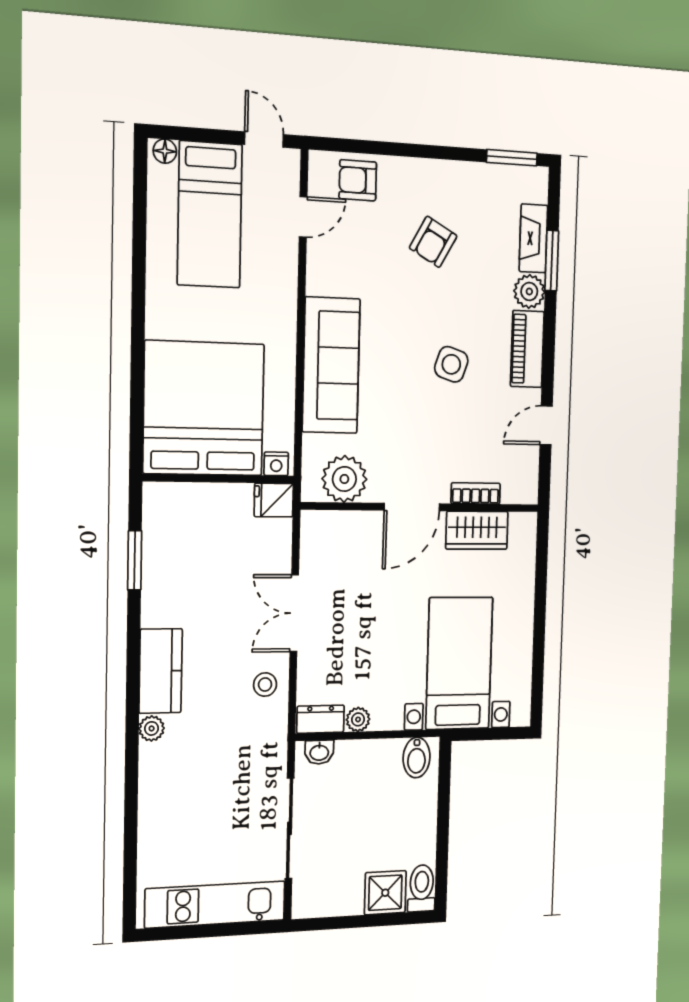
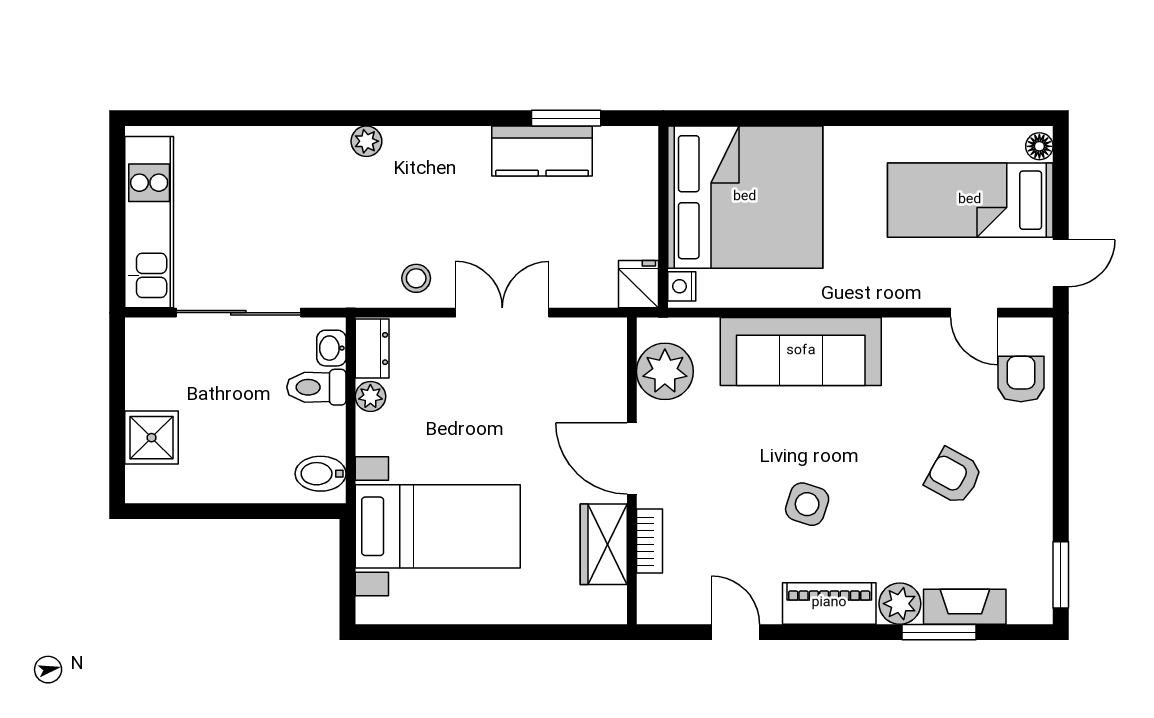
kitchen counter: (161, 671) -> (542, 151), moved
toilet: (422, 888) -> (316, 387), moved, turned 180

